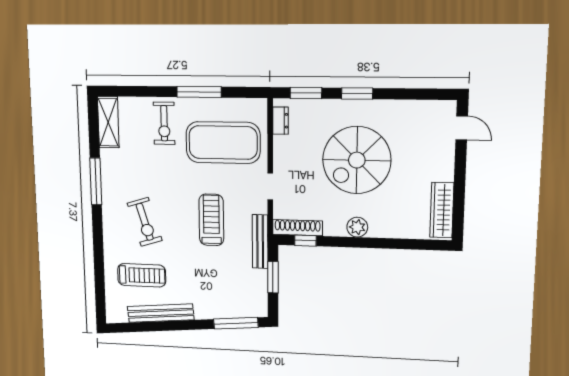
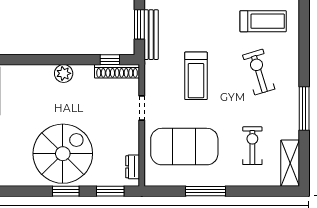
exercise bike: (164, 123) -> (252, 146), moved
spiral stairs: (357, 160) -> (63, 154), moved
bench: (260, 242) -> (151, 35), moved
treadmill: (142, 275) -> (263, 21), turned 180

